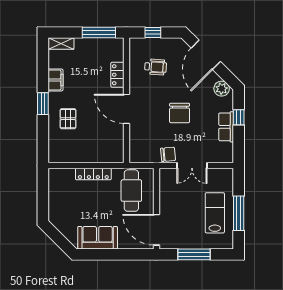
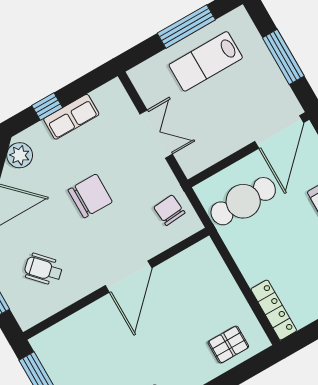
wheelchair: (156, 67) -> (43, 269), turned -47
locker: (117, 75) -> (86, 318), removed
pallet: (68, 119) -> (228, 345), moved
chair: (168, 154) -> (169, 210), moved
locker: (93, 174) -> (274, 310), moved

